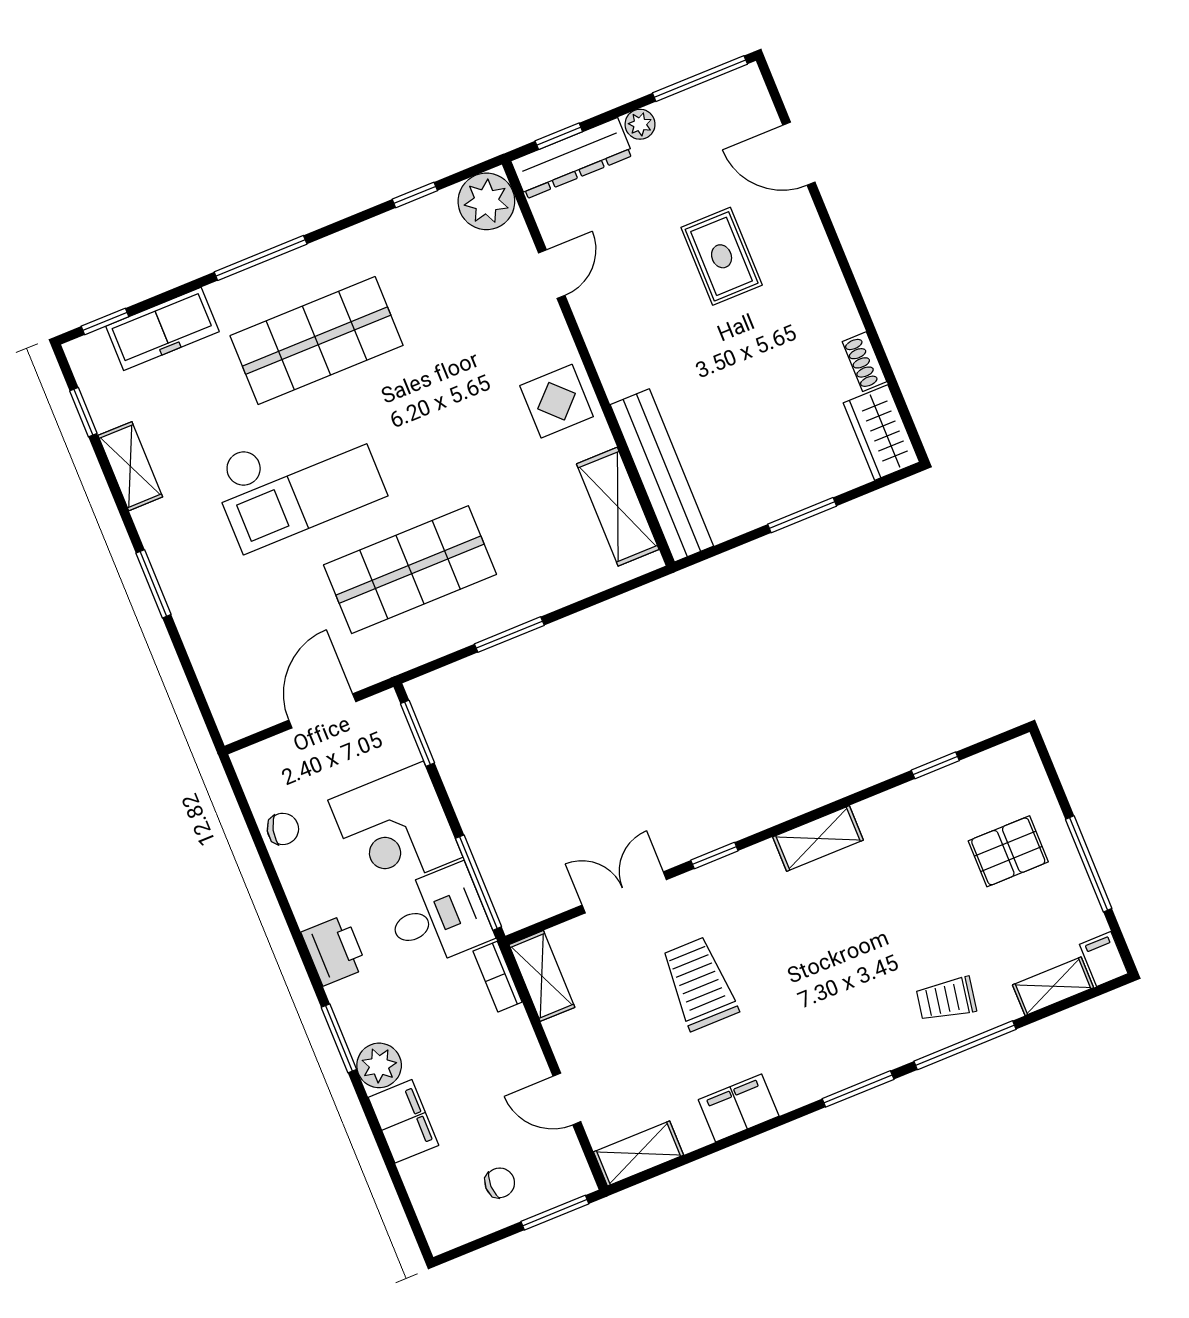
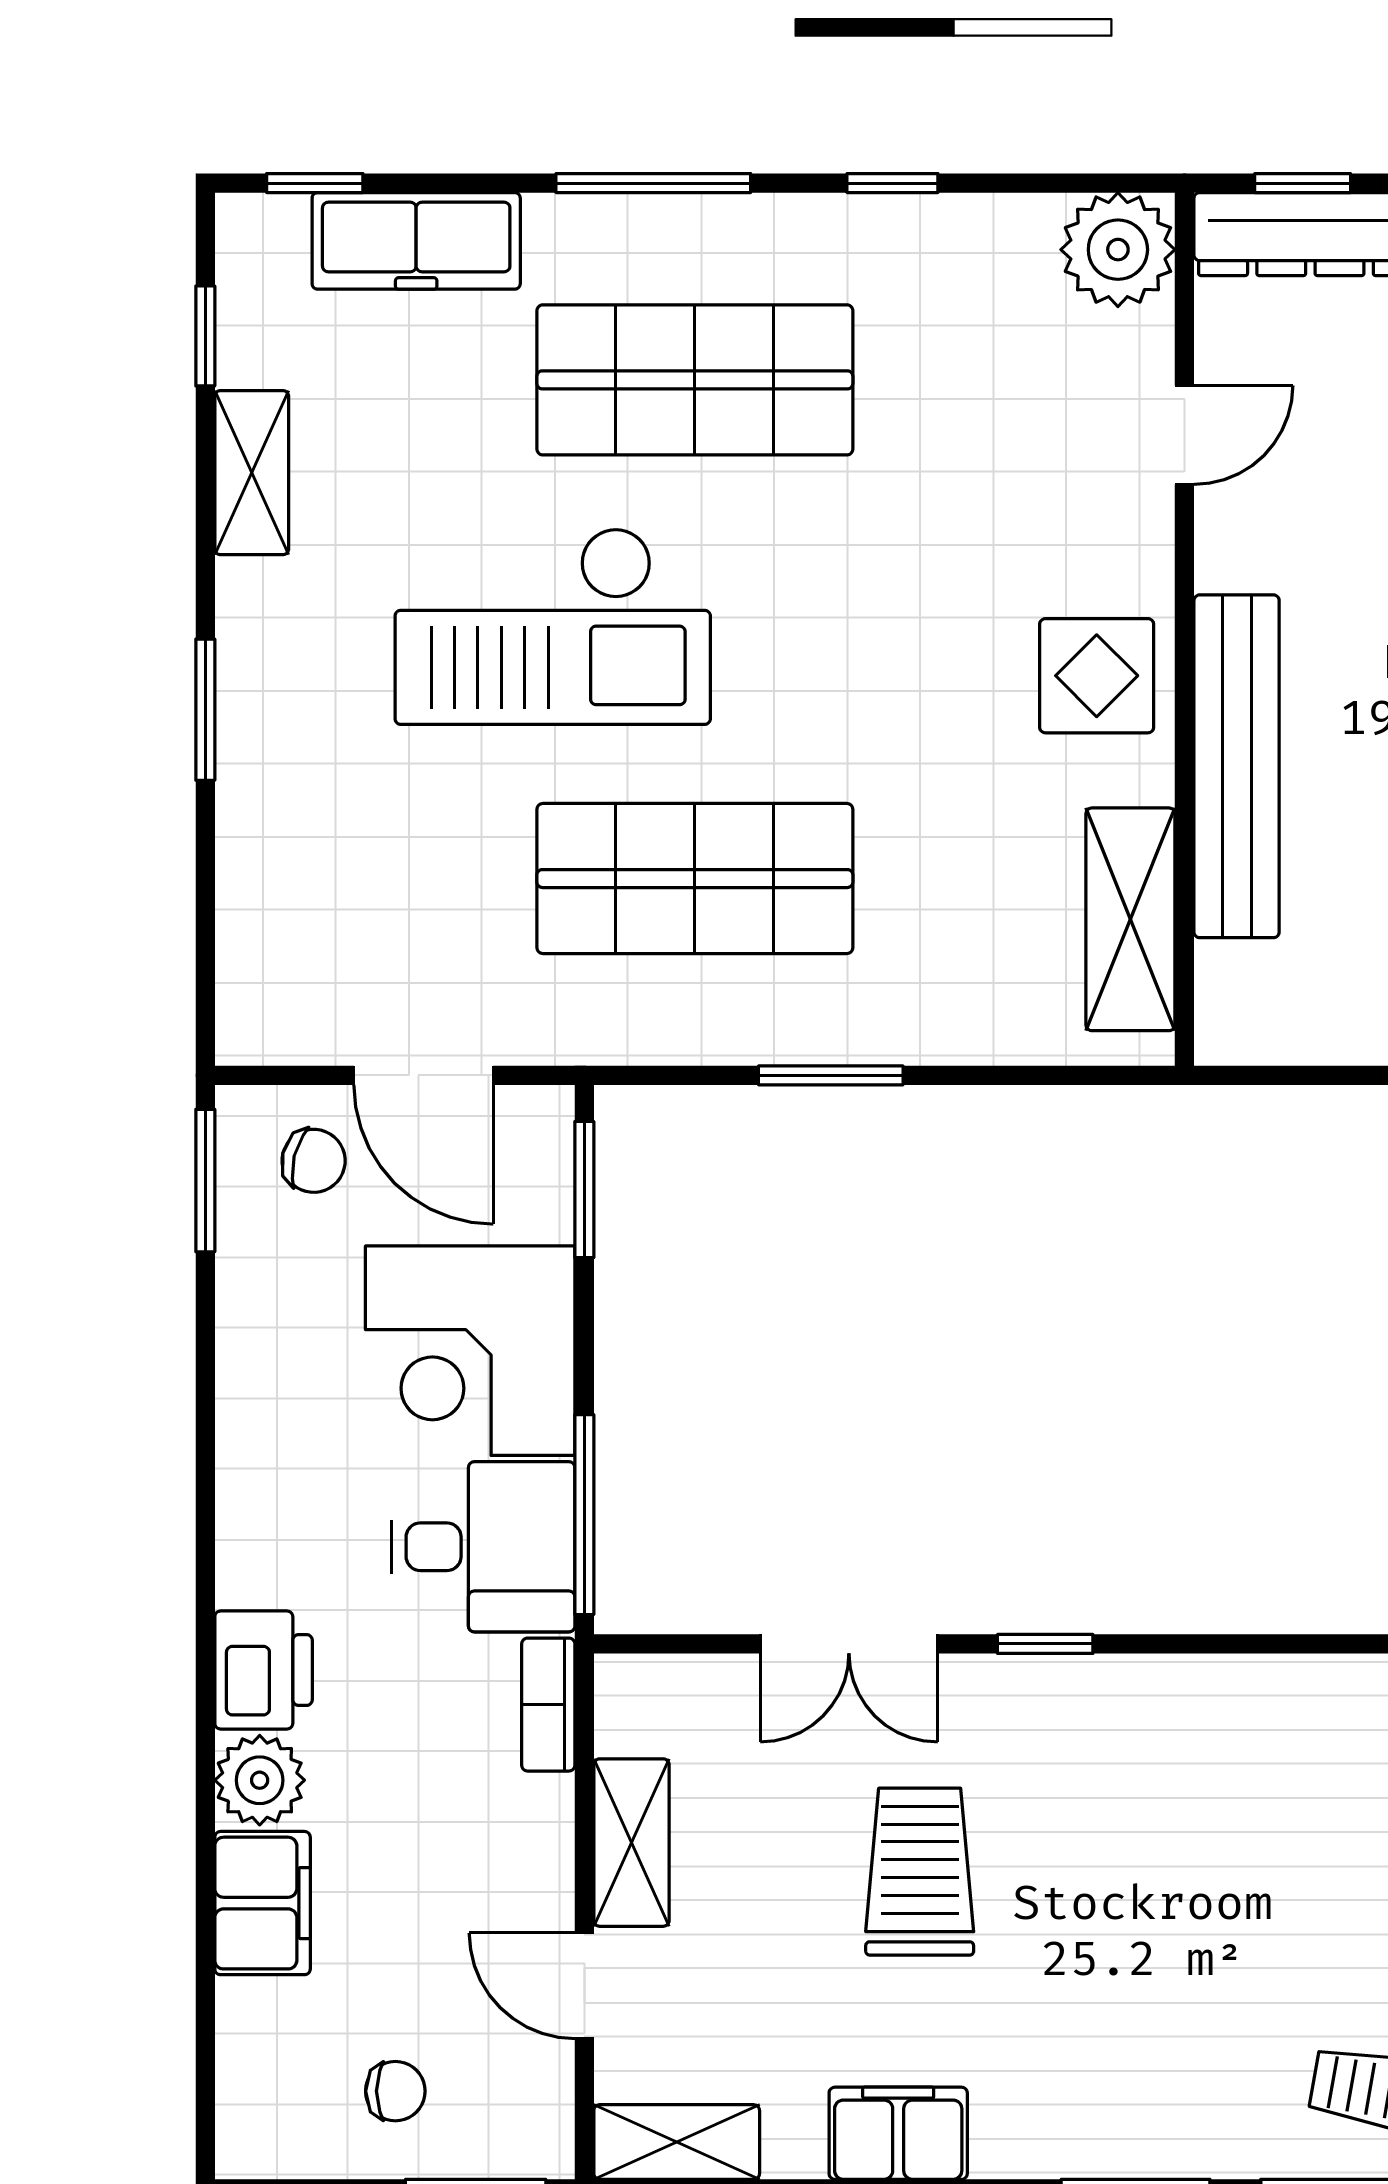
window: (415, 195) -> (892, 183), moved
bench: (662, 475) -> (1237, 766), moved
door: (322, 711) -> (424, 1075), swing flipped
chair: (283, 829) -> (314, 1161), moved
shelving: (818, 838) -> (1251, 1691), removed
double door: (624, 892) -> (849, 1644), swing flipped
printer: (334, 950) -> (264, 1670), moved
shelving: (542, 976) -> (631, 1843), moved
window: (339, 1038) -> (205, 1181), moved

